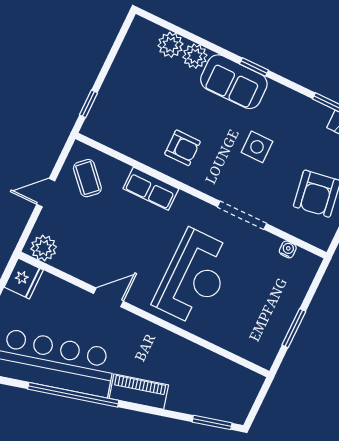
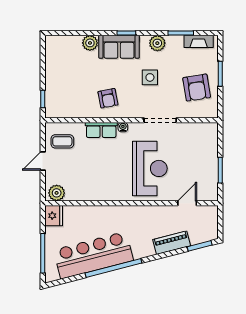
plant: (170, 45) -> (157, 43), moved
armchair: (182, 148) -> (108, 98), turned 79
coffee table: (87, 178) -> (62, 141), turned -47
water cooler: (288, 249) -> (123, 127), moved
door: (108, 297) -> (187, 203), moved
piano: (139, 392) -> (172, 243), moved

